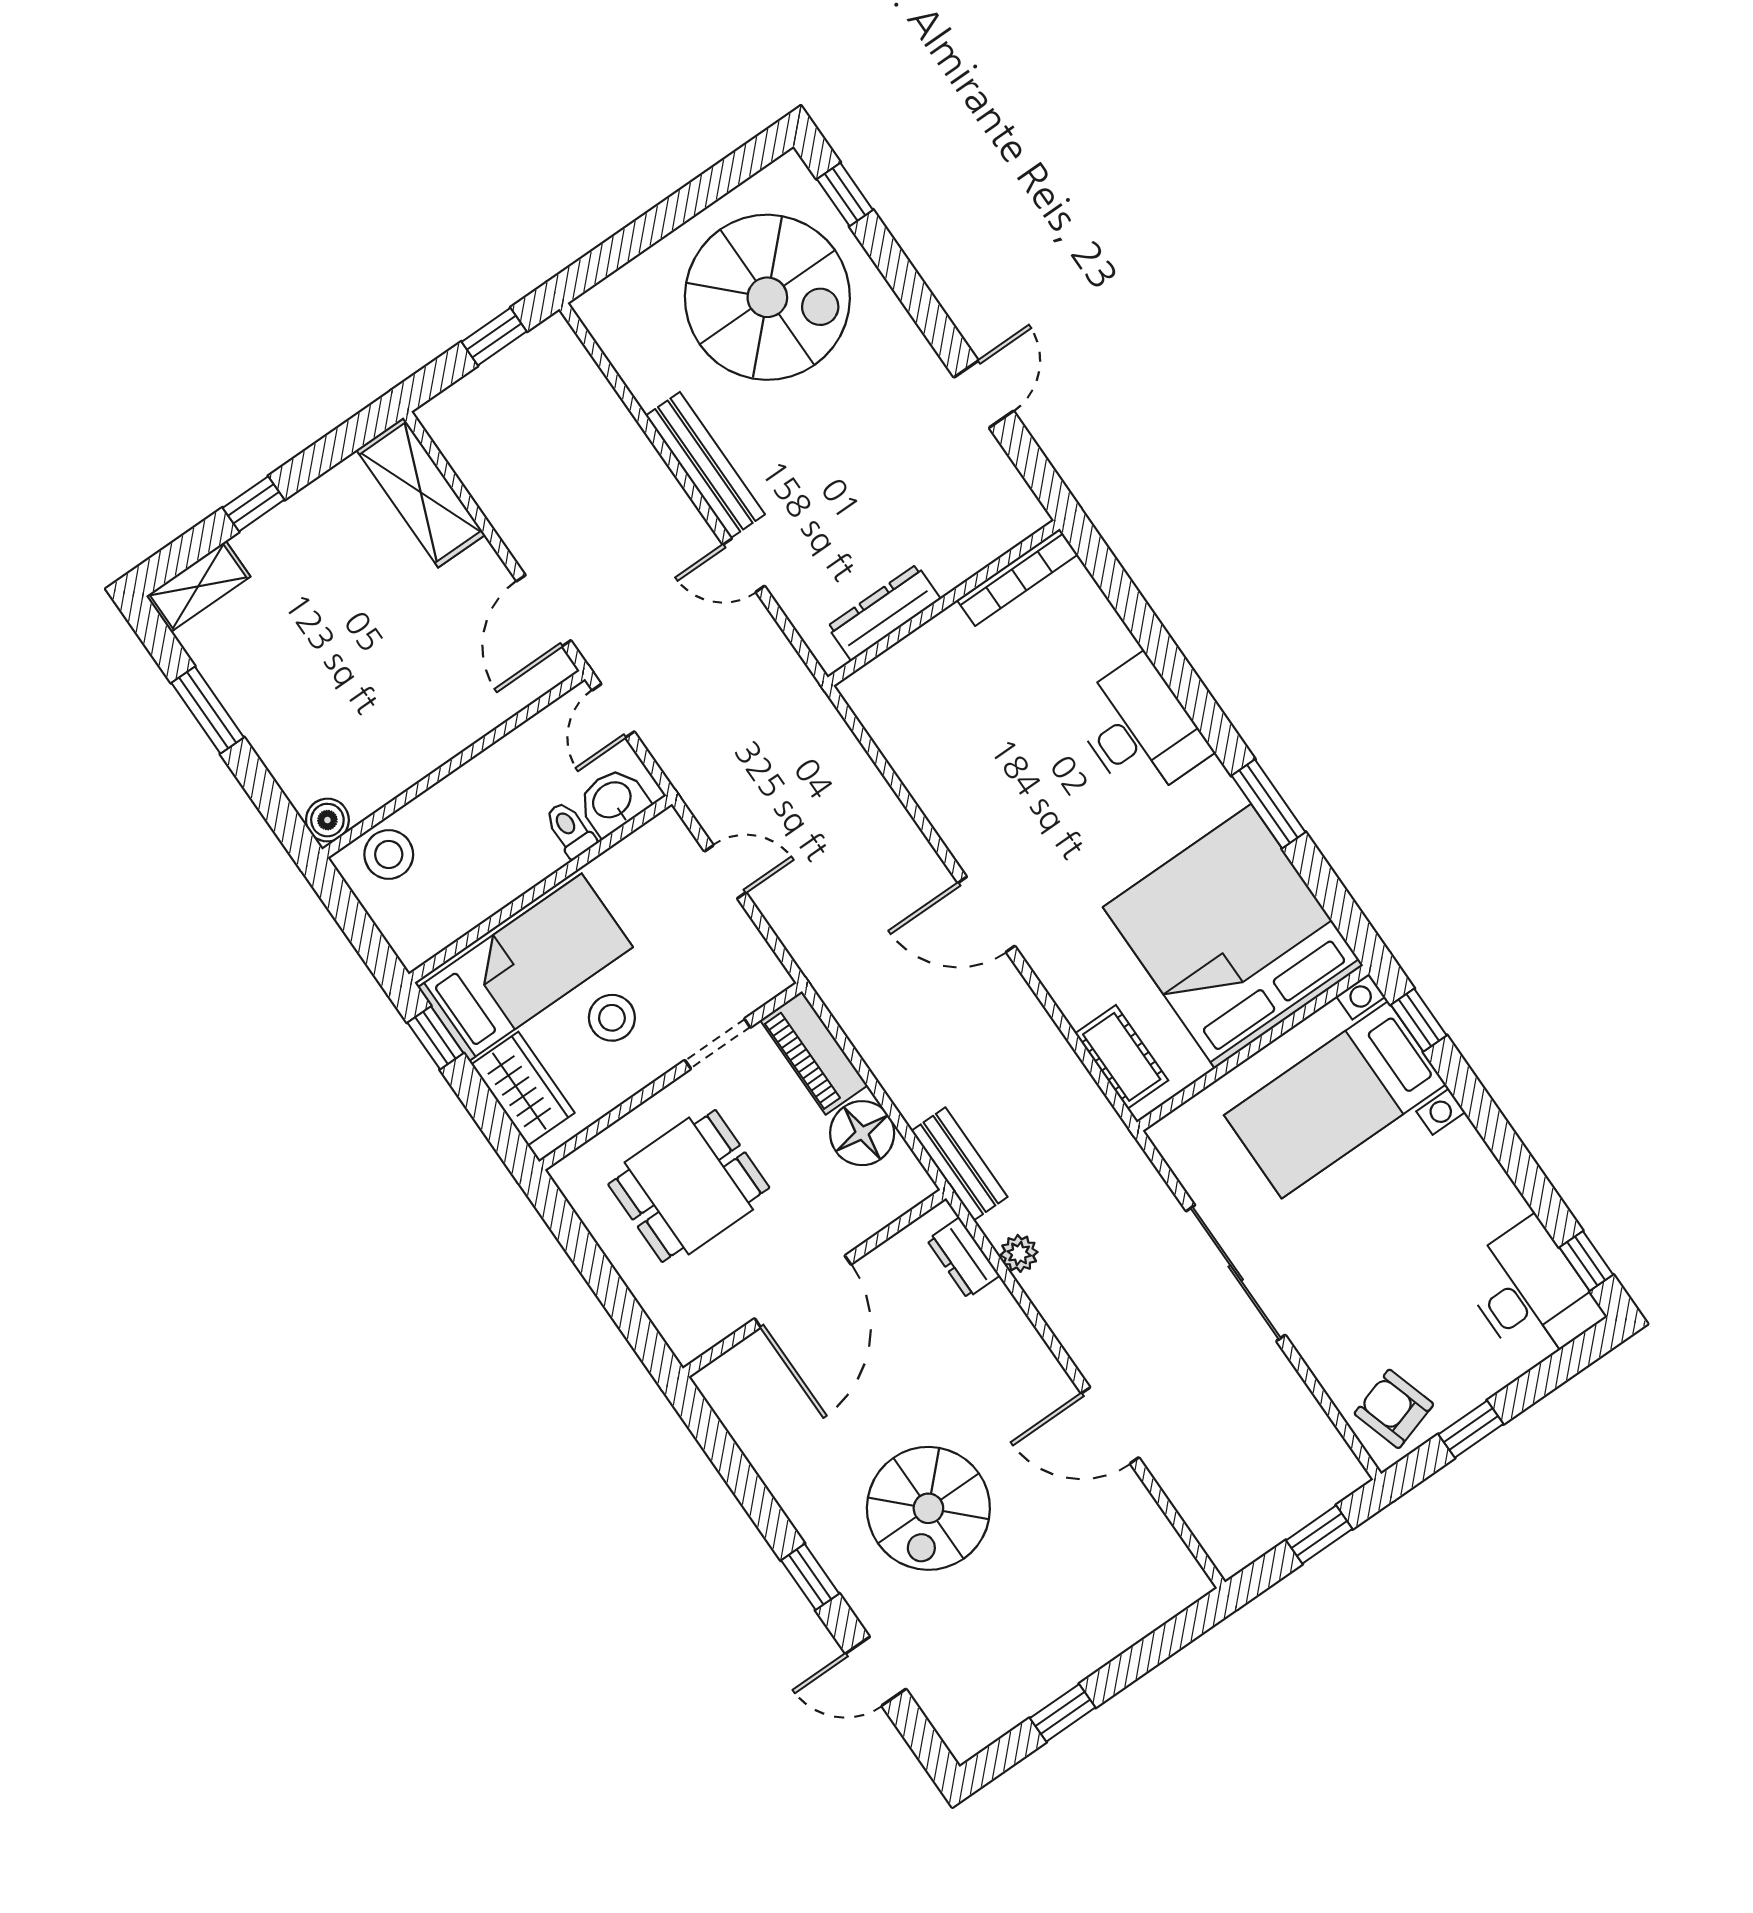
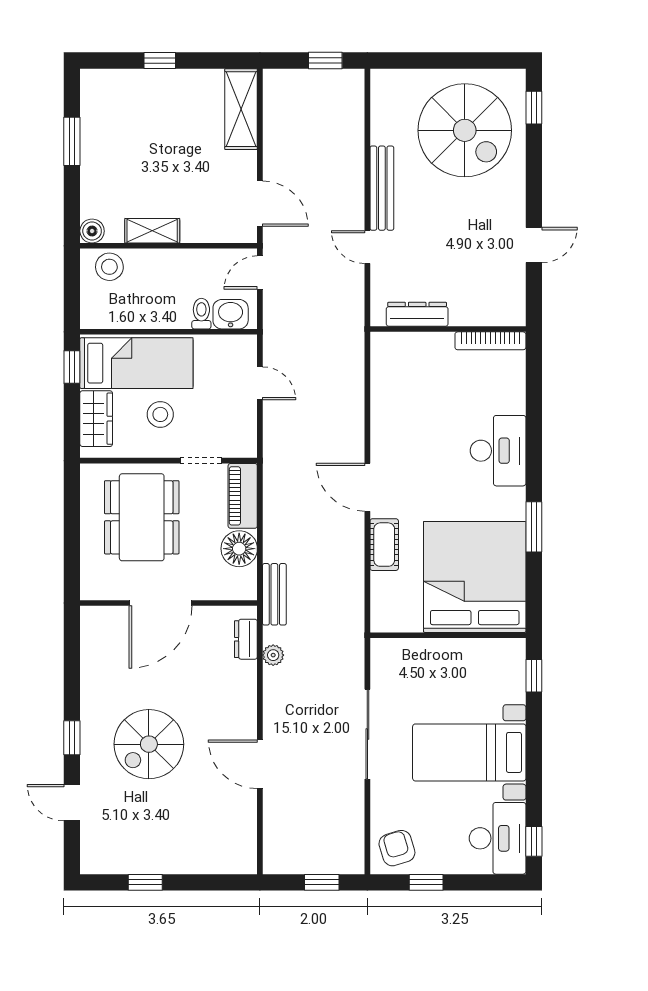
shelving: (198, 586) -> (152, 231), moved
door: (544, 611) -> (260, 204), swing flipped
cot: (1122, 1057) -> (384, 545), moved
bed with nightstands: (1335, 1100) -> (469, 752), moved
dining table: (689, 1186) -> (142, 517), width x1.38

